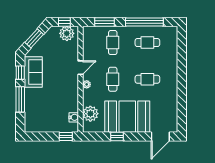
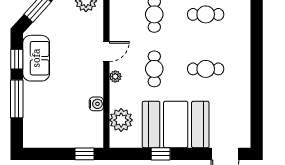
water cooler: (74, 117) -> (96, 104), moved

